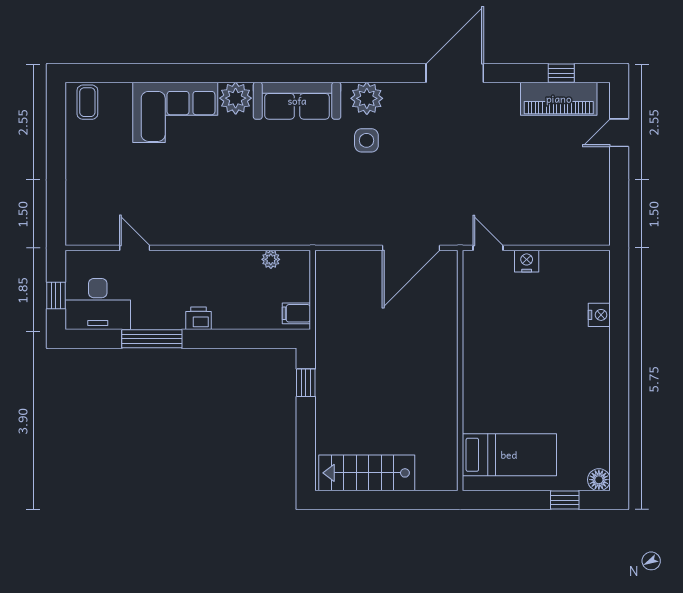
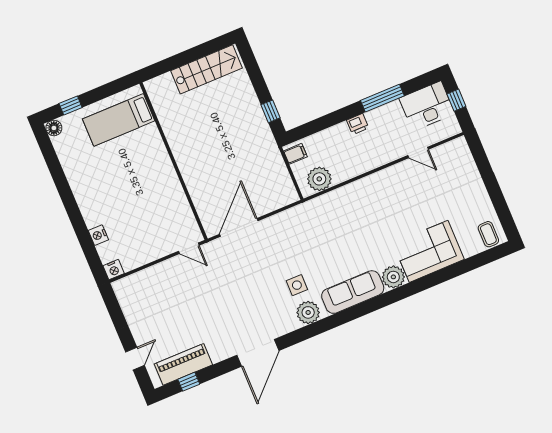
plant: (271, 259) -> (319, 179), width x1.88, depth x1.88
nightstand: (527, 261) -> (114, 270), moved

